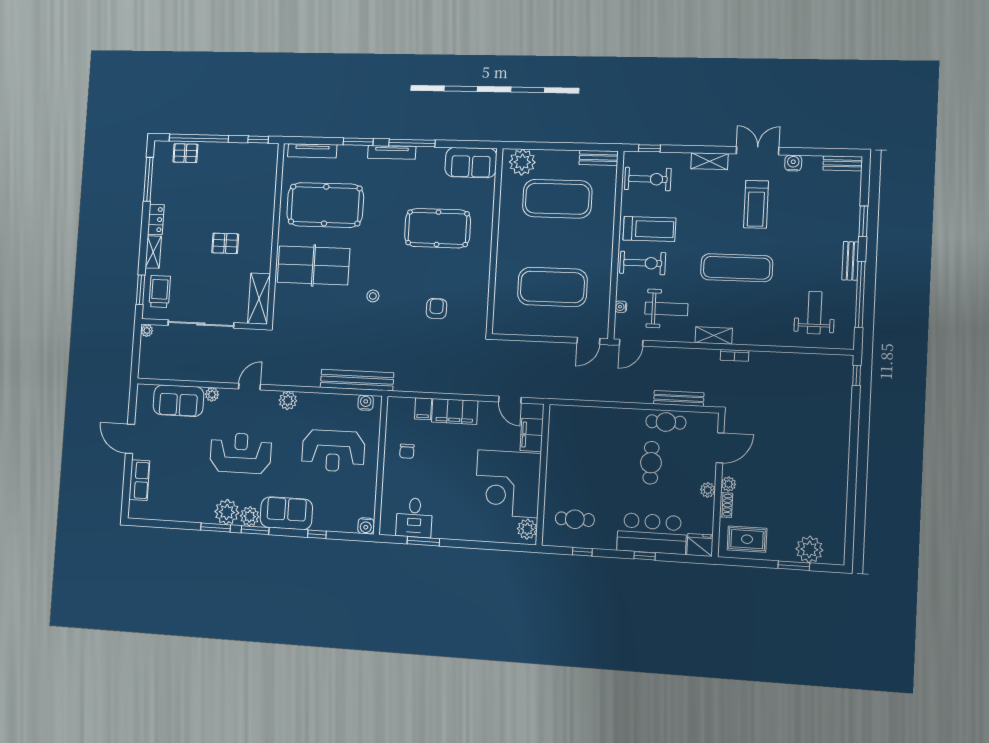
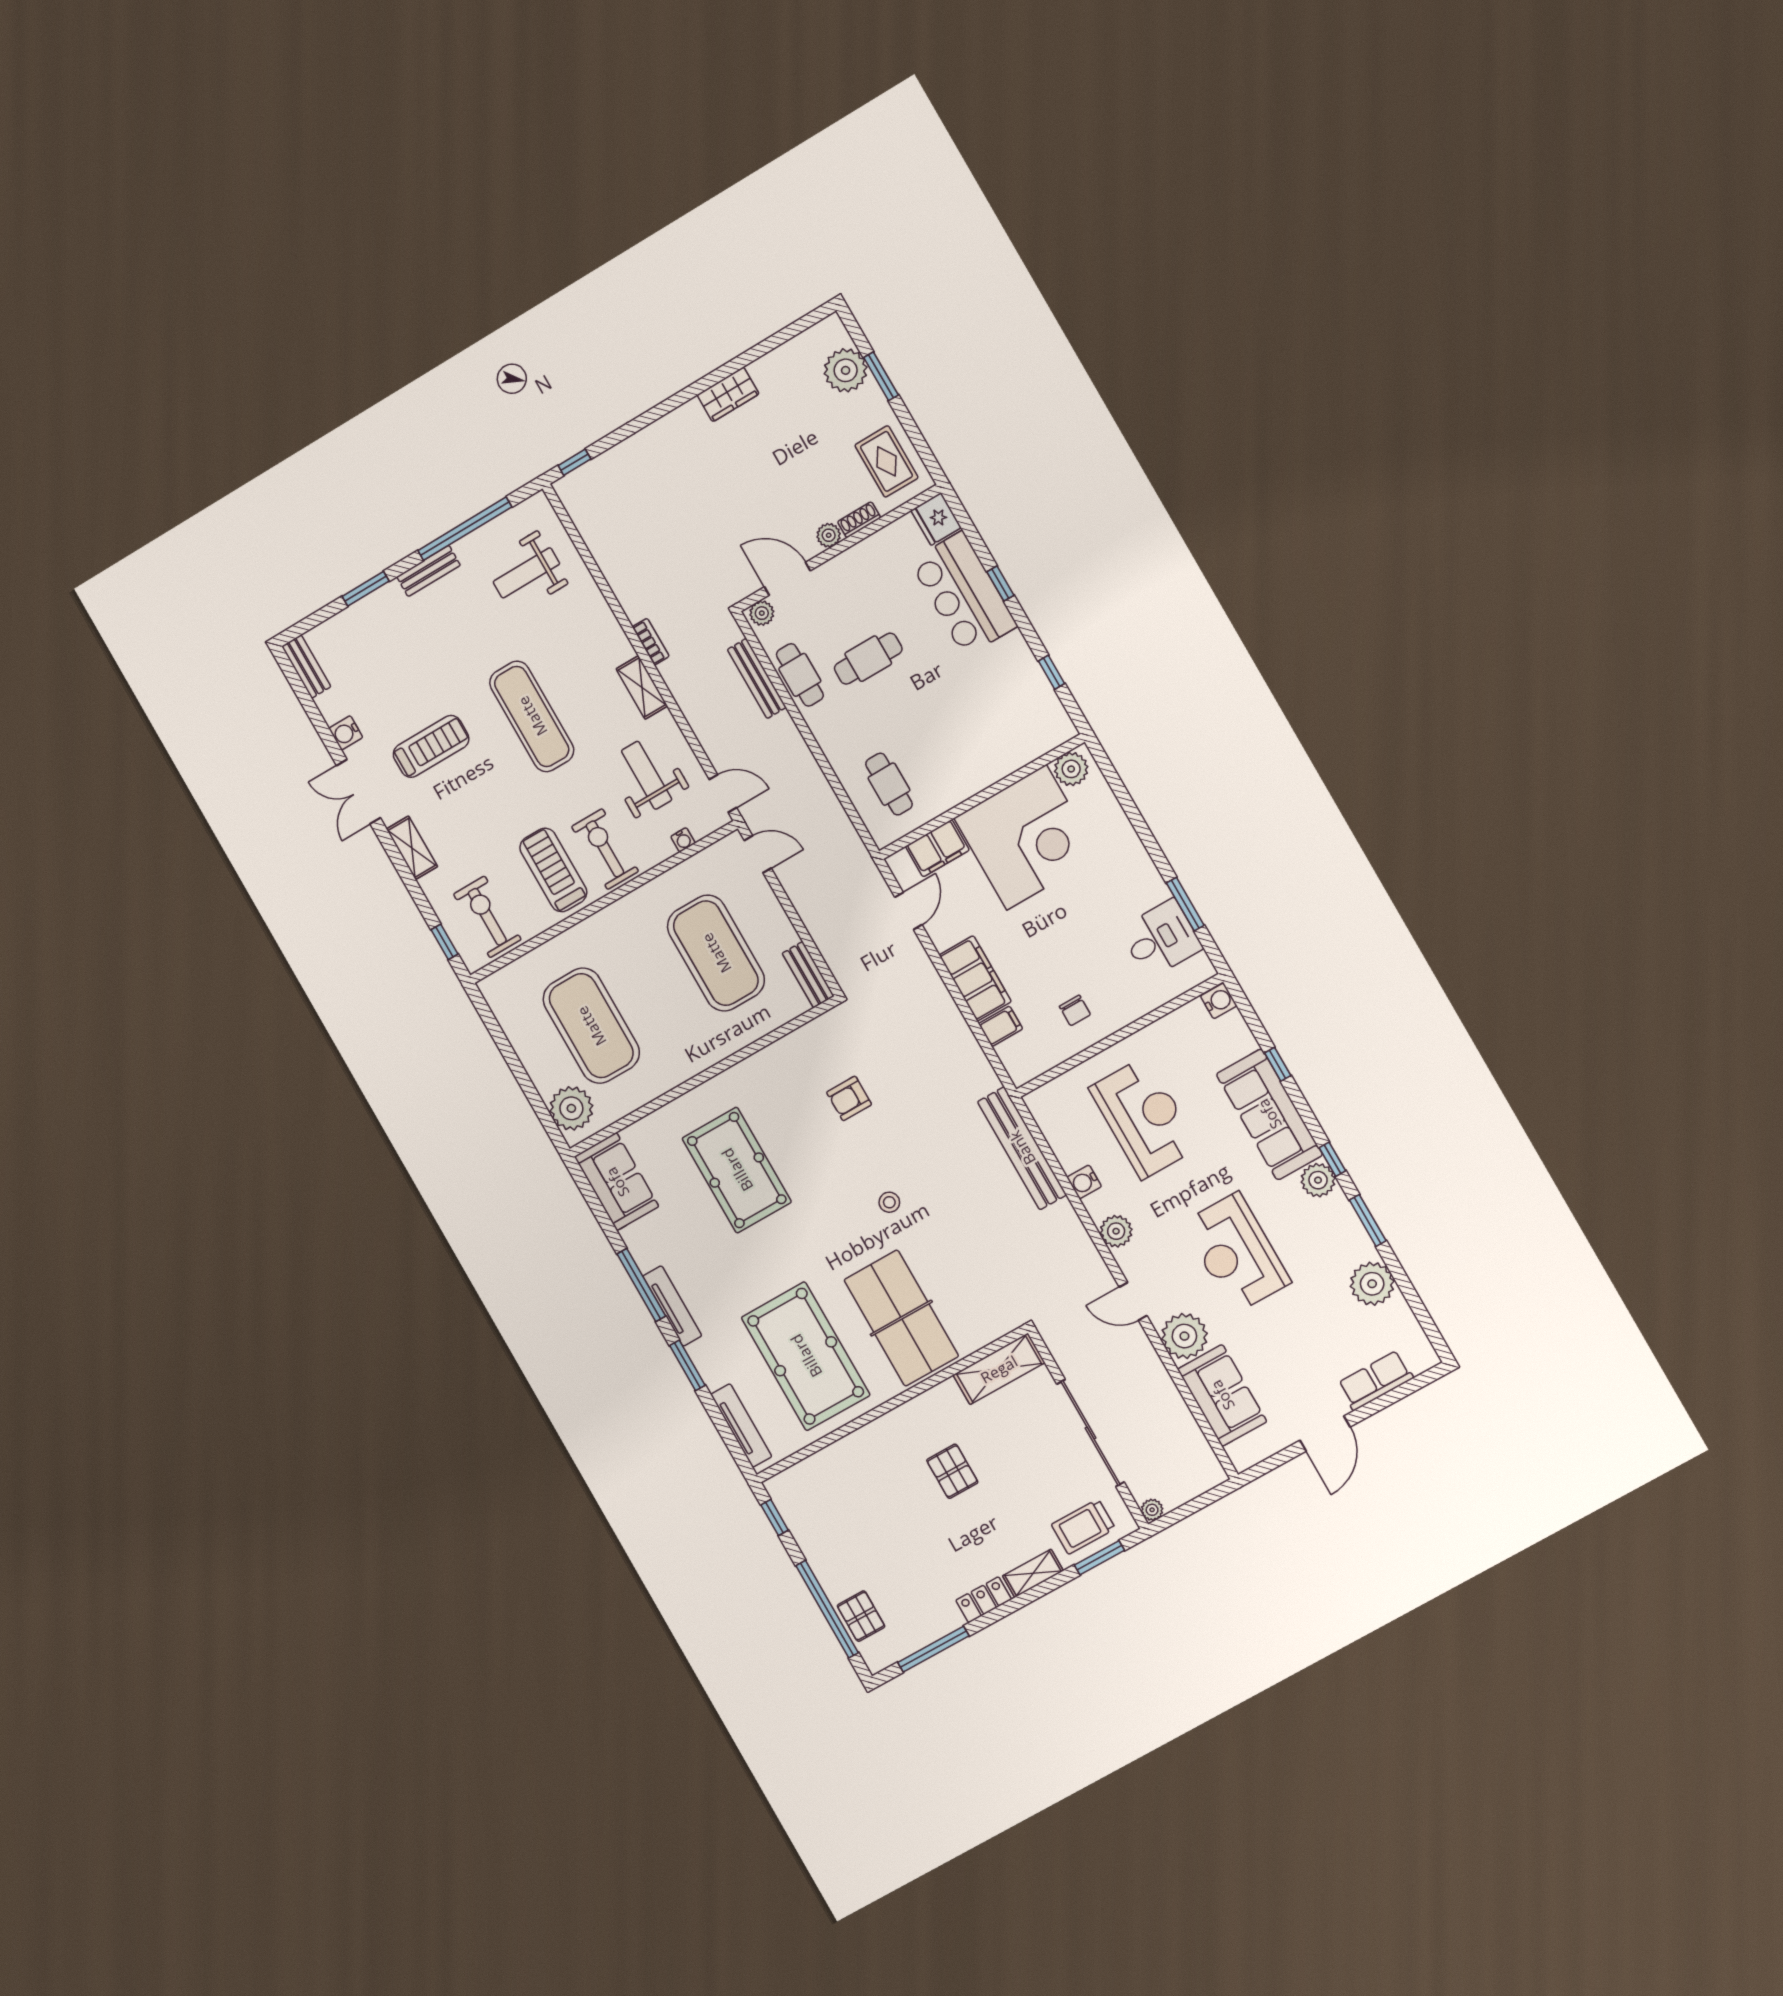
bench: (599, 158) -> (808, 975), moved
plant: (212, 394) -> (1184, 1336), width x1.88, depth x1.88
water cooler: (366, 403) -> (1084, 1182), moved
chair: (407, 451) -> (1075, 1010), turned 90
wardrobe: (838, 480) -> (728, 394), added
plant: (708, 490) -> (762, 613), moved
plant: (227, 512) -> (1372, 1284), moved
sofa: (286, 513) -> (1269, 1114), width x1.36
cafe table: (575, 519) -> (889, 784), moved
window: (255, 530) -> (1332, 1159), width x0.67

